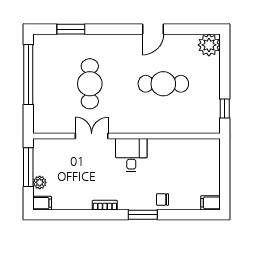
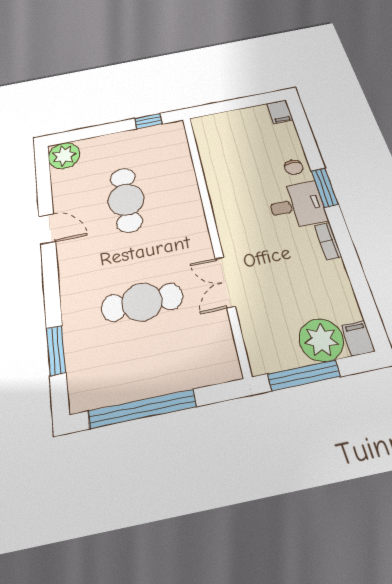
desk: (131, 155) -> (297, 205), moved, turned 180
plant: (40, 182) -> (321, 340), width x1.88, depth x1.88

